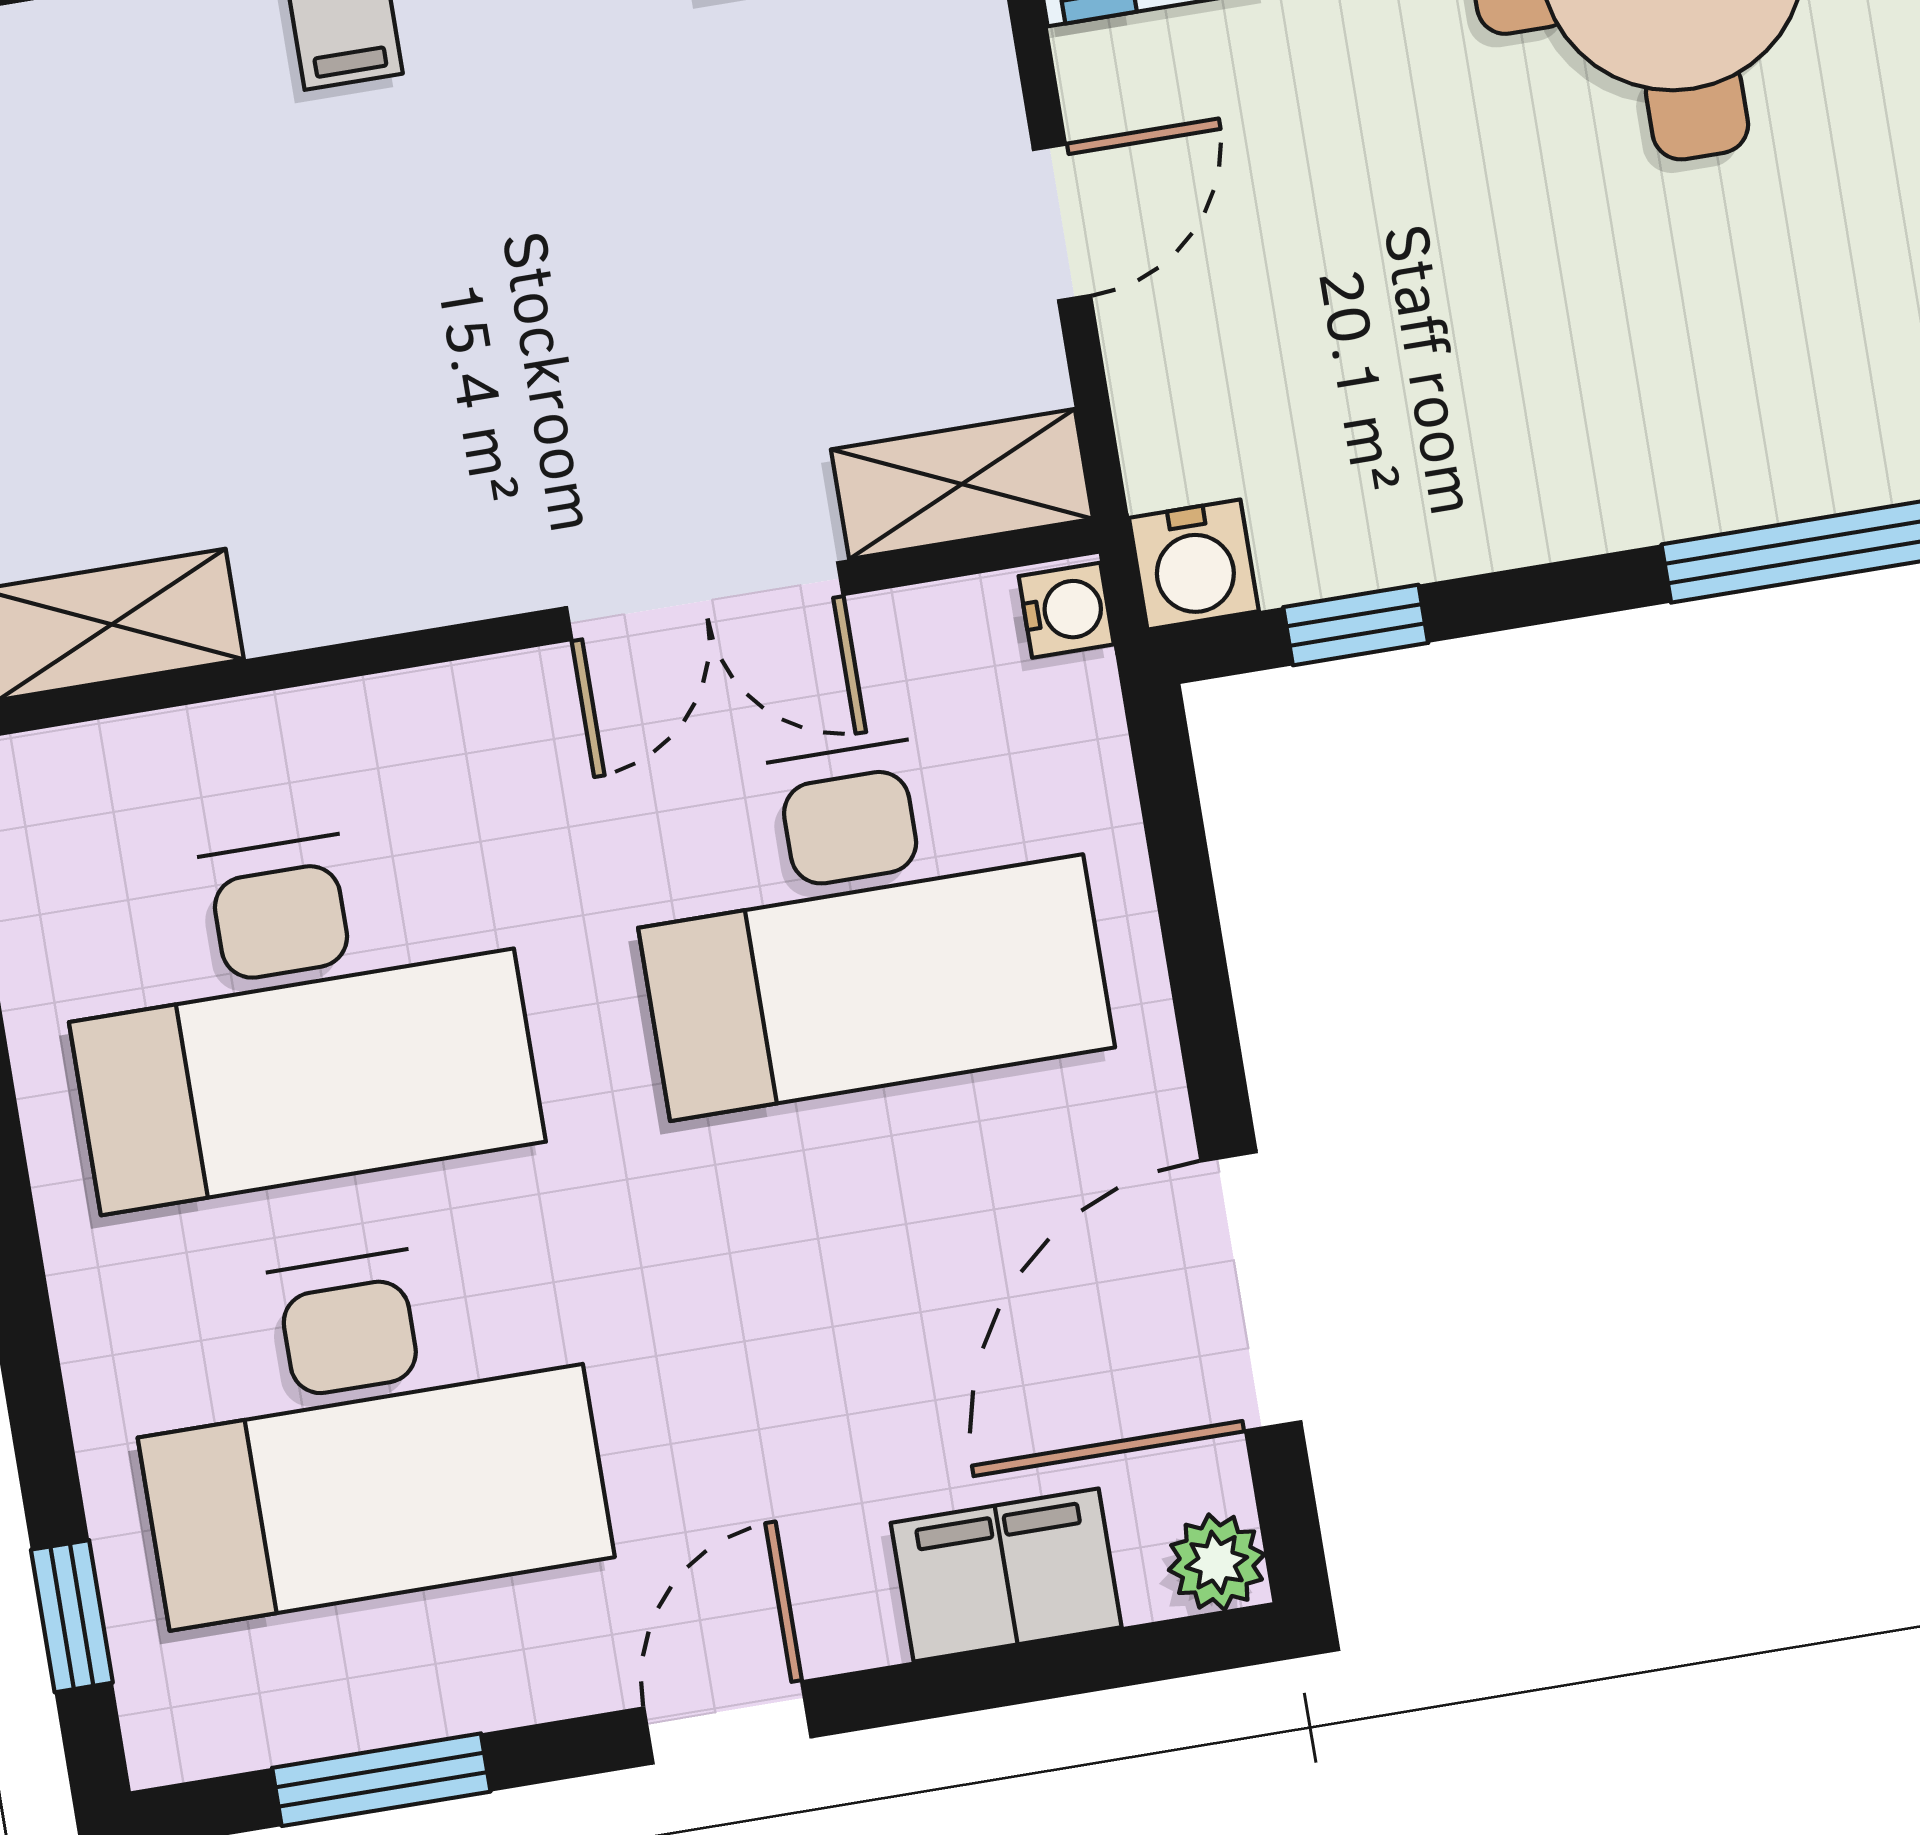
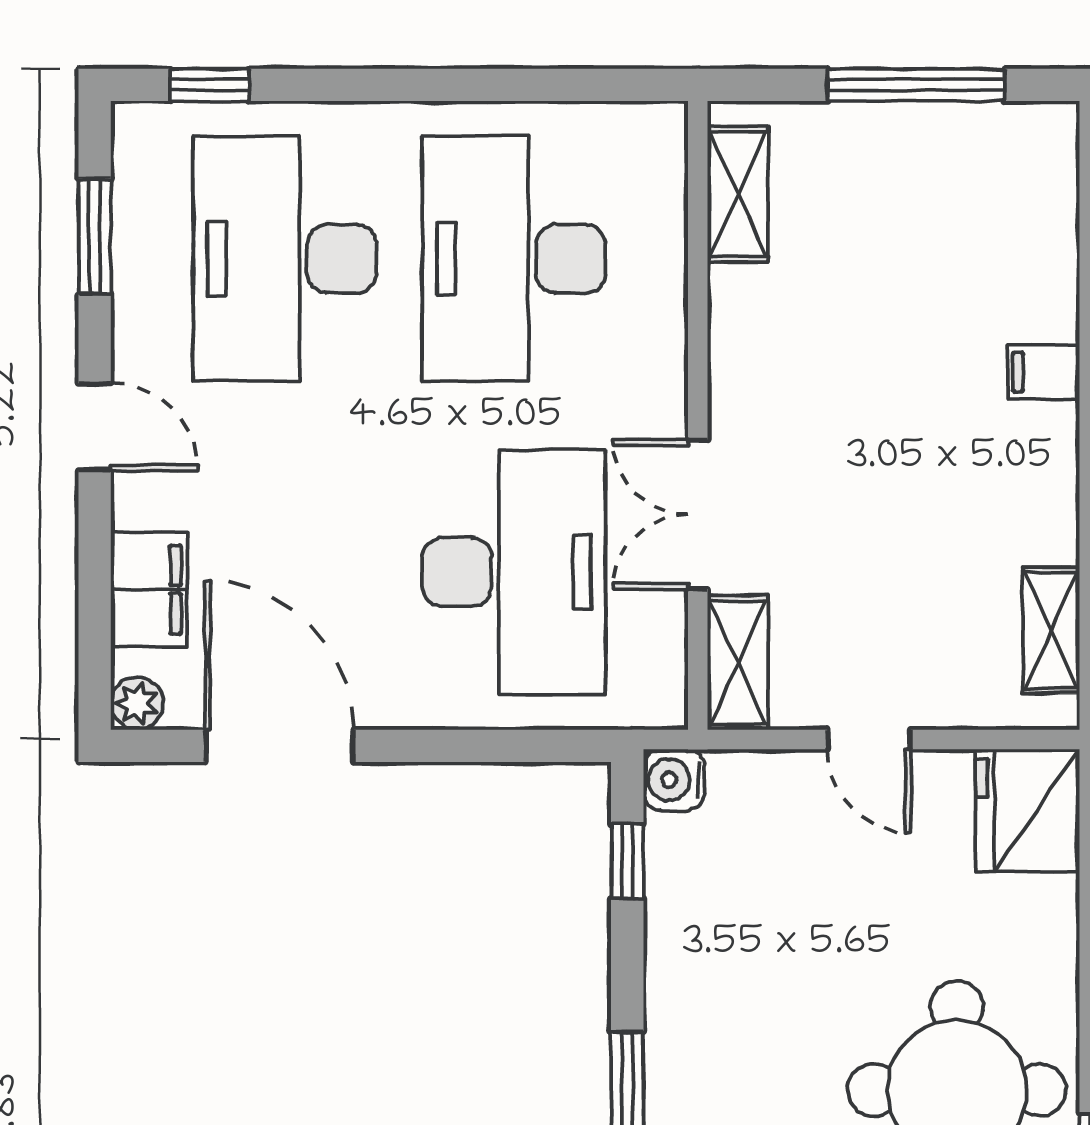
water cooler: (1066, 610) -> (661, 707), removed
desk: (865, 918) -> (514, 572), turned 180

